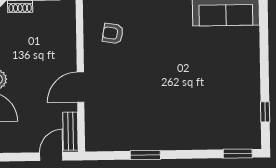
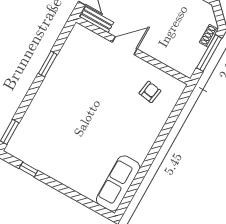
door: (81, 87) -> (125, 46), hinge flipped

